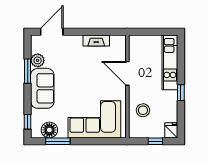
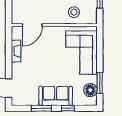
plant: (38, 60) -> (32, 100), removed
door: (127, 73) -> (32, 25), moved
window: (28, 122) -> (68, 108), moved

